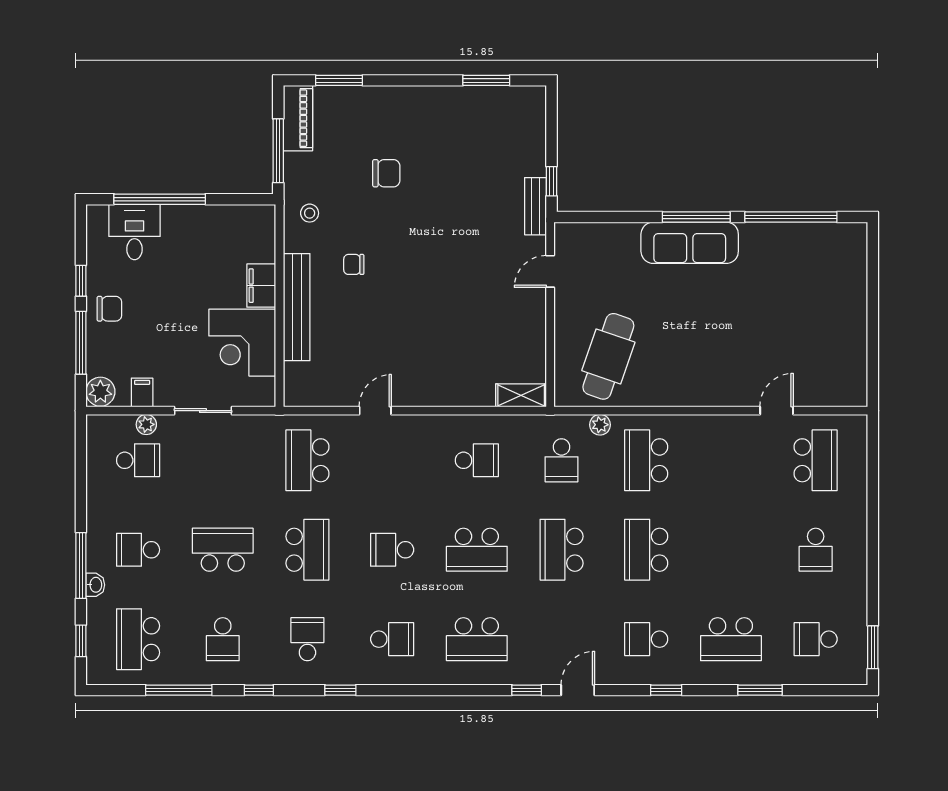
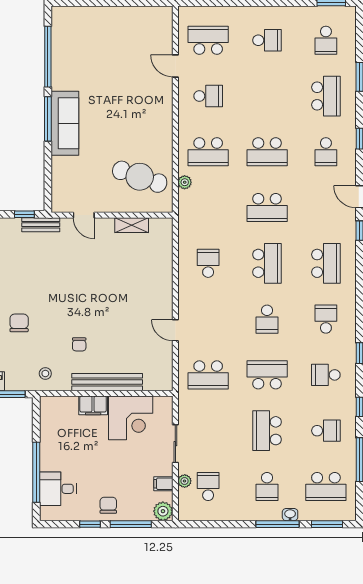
shelving: (521, 395) -> (132, 225), moved, turned 90
school desk: (562, 460) -> (208, 96), moved
window: (81, 641) -> (327, 524), width x1.50

